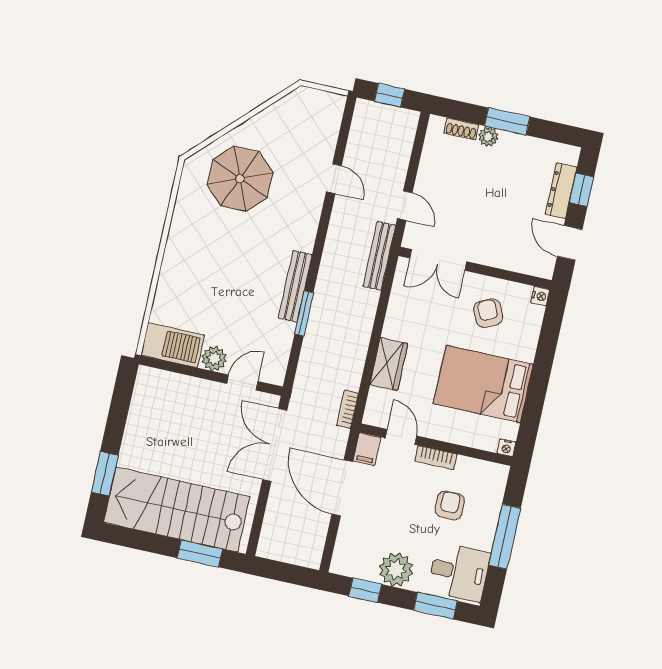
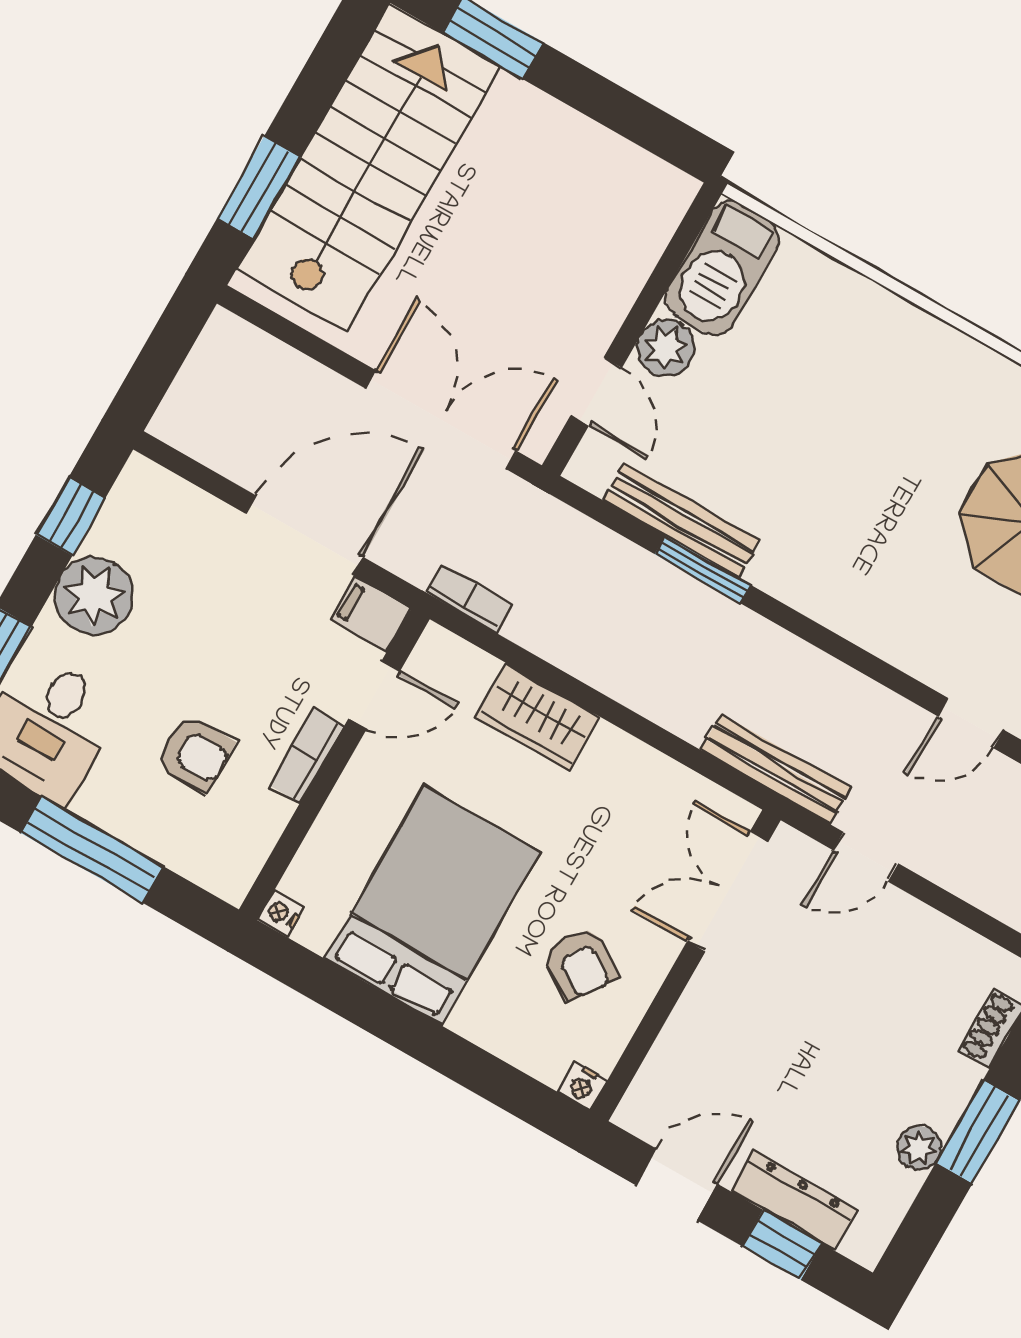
plant: (488, 137) -> (919, 1148), moved
bench: (295, 286) -> (681, 520), moved
armchair: (488, 313) -> (581, 964), turned 59

